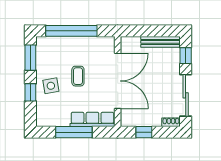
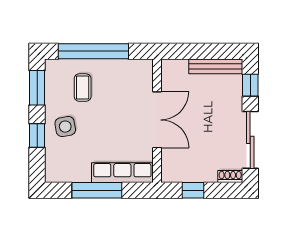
coffee table: (78, 76) -> (83, 88), moved
double door: (118, 81) -> (157, 120), width x0.73

